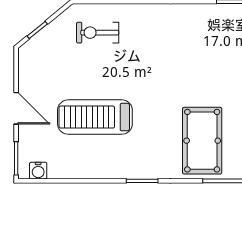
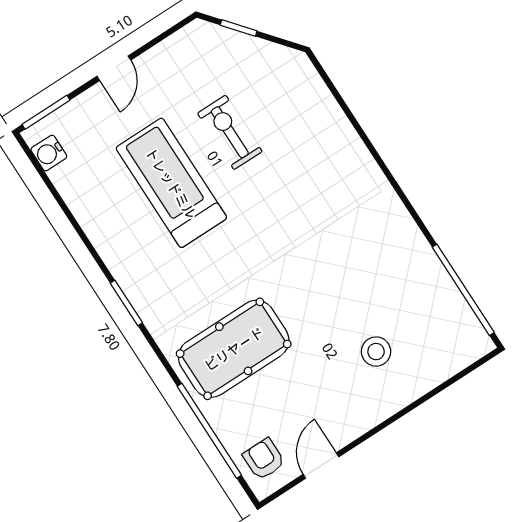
exercise bike: (98, 33) -> (230, 132), moved
door: (16, 108) -> (114, 68), width x0.73

